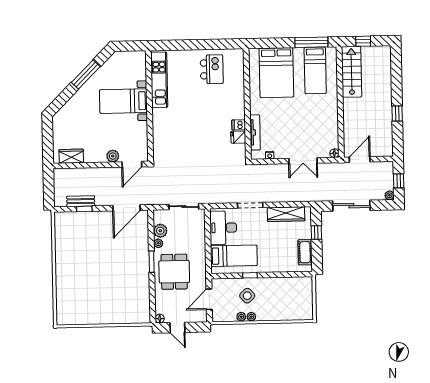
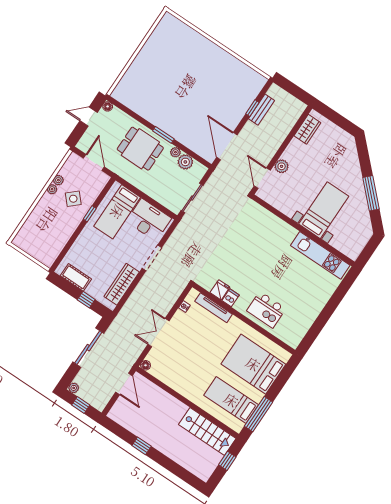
kitchen island: (212, 69) -> (266, 310), moved

